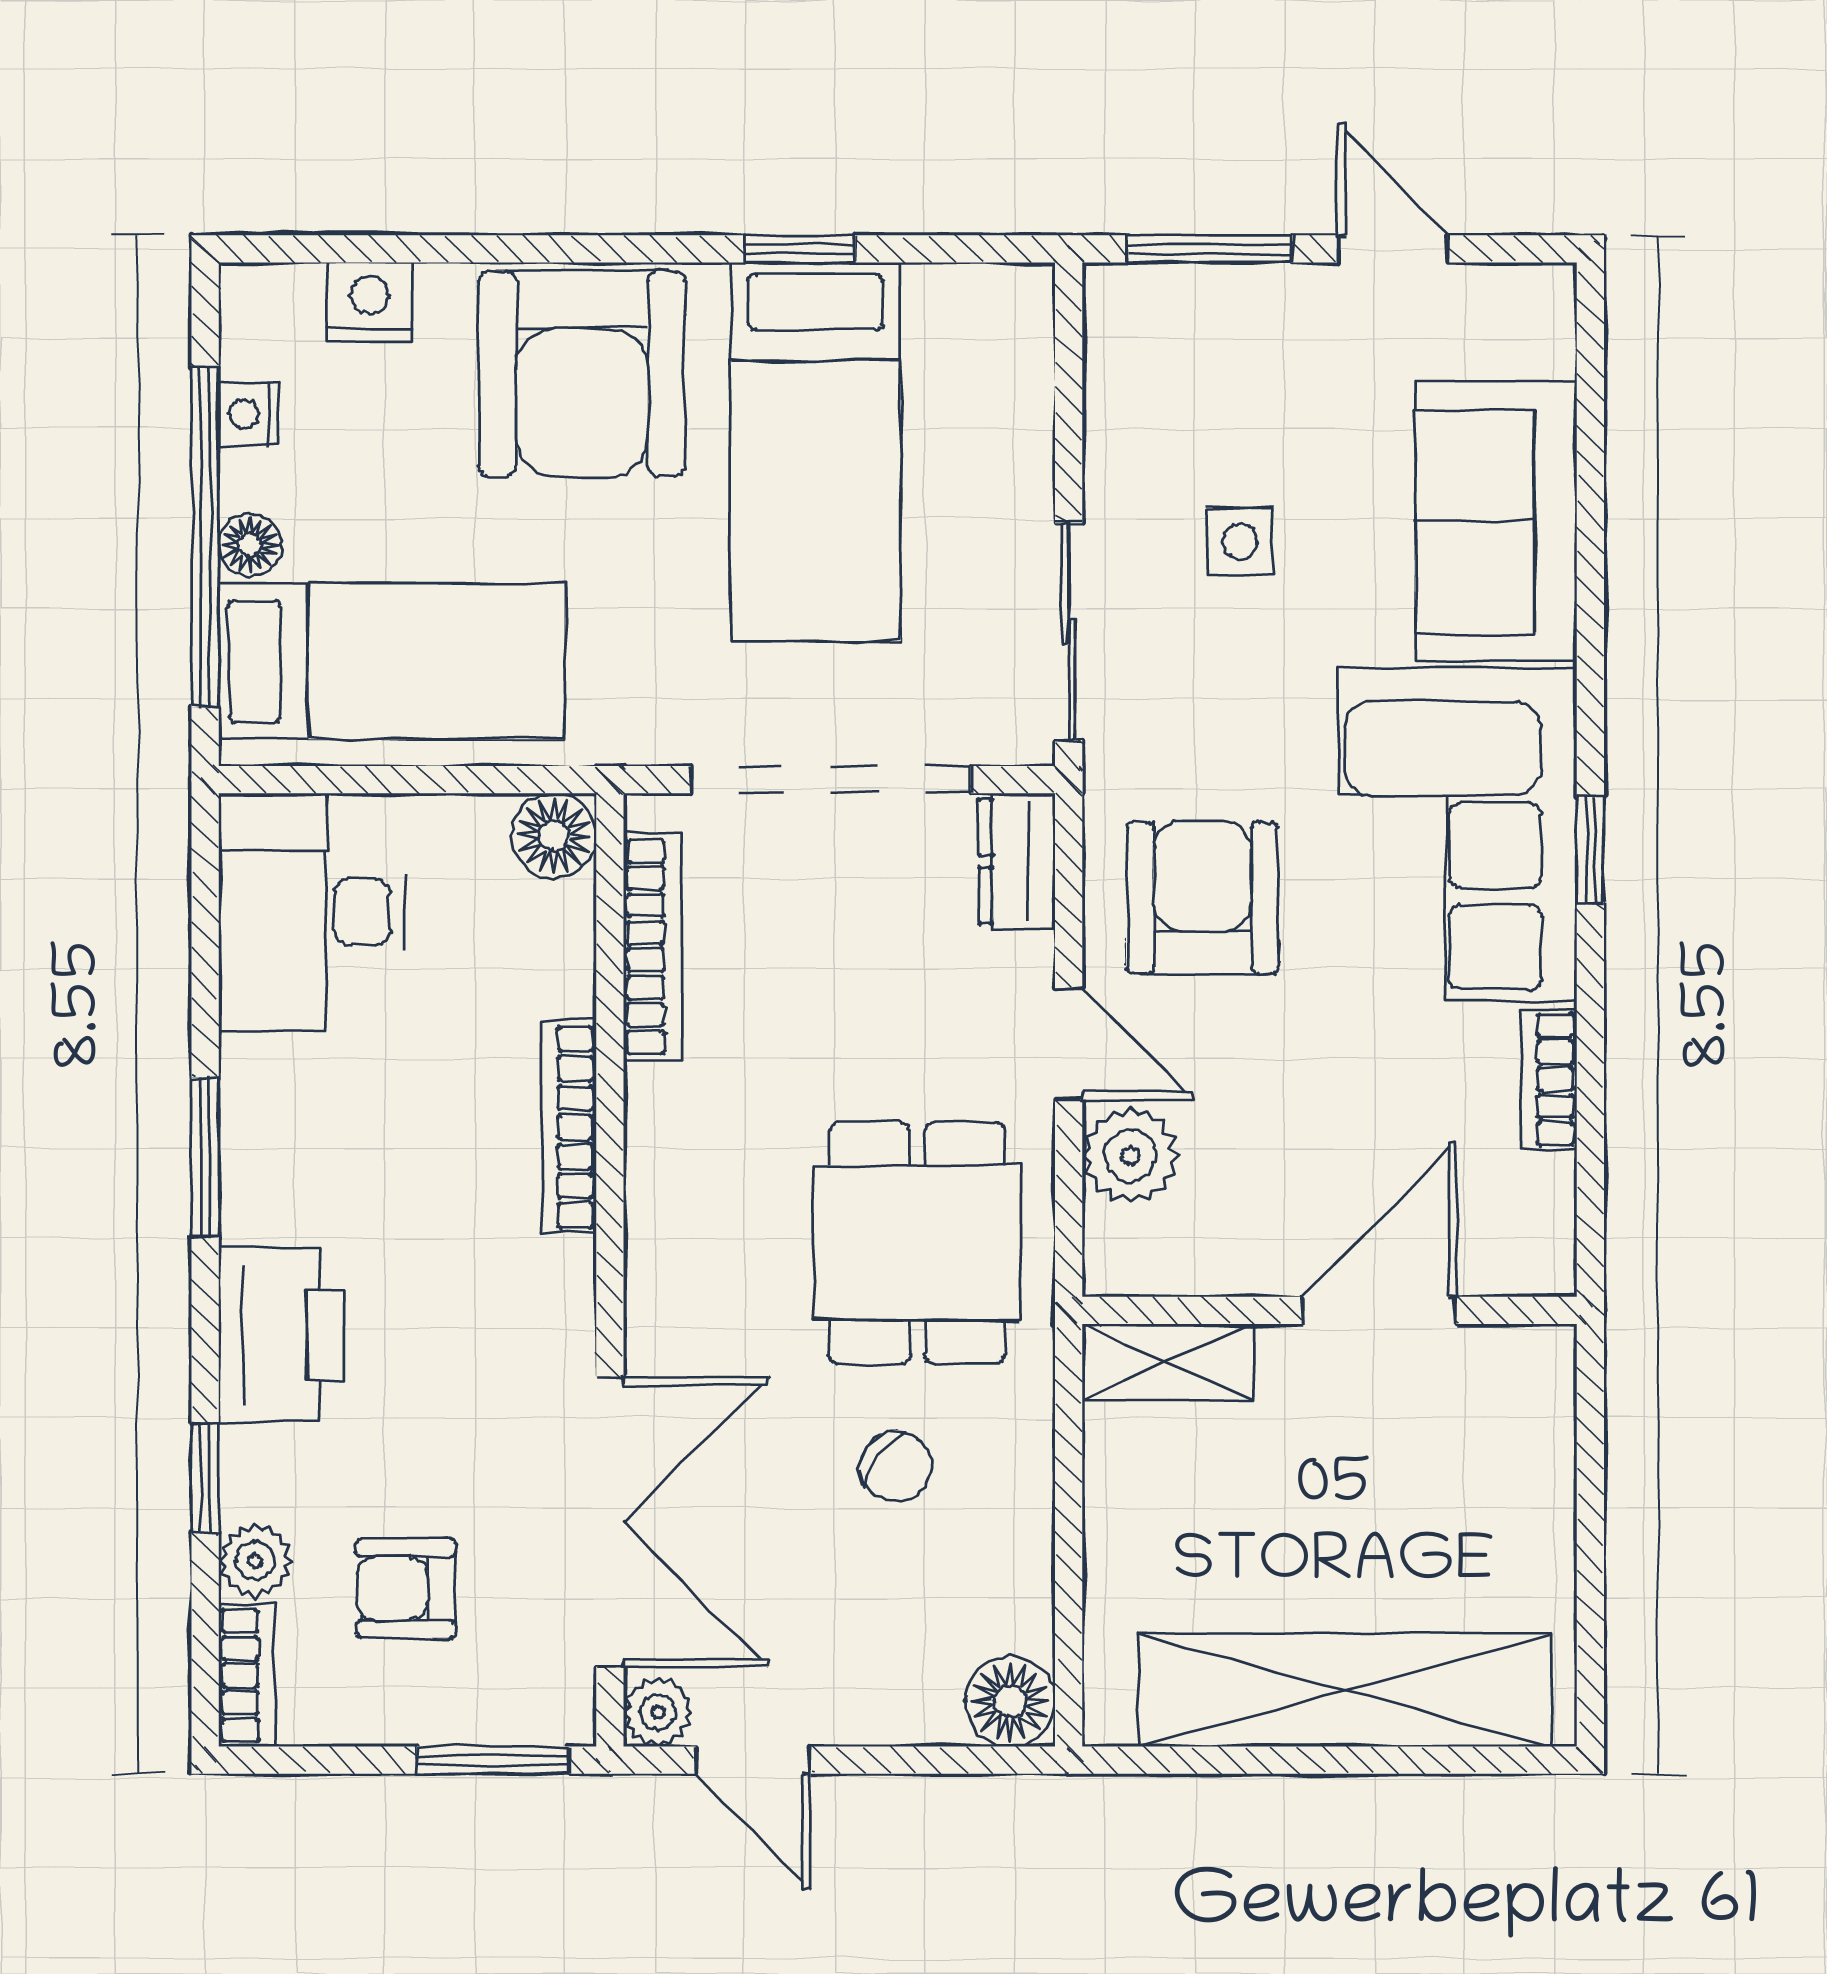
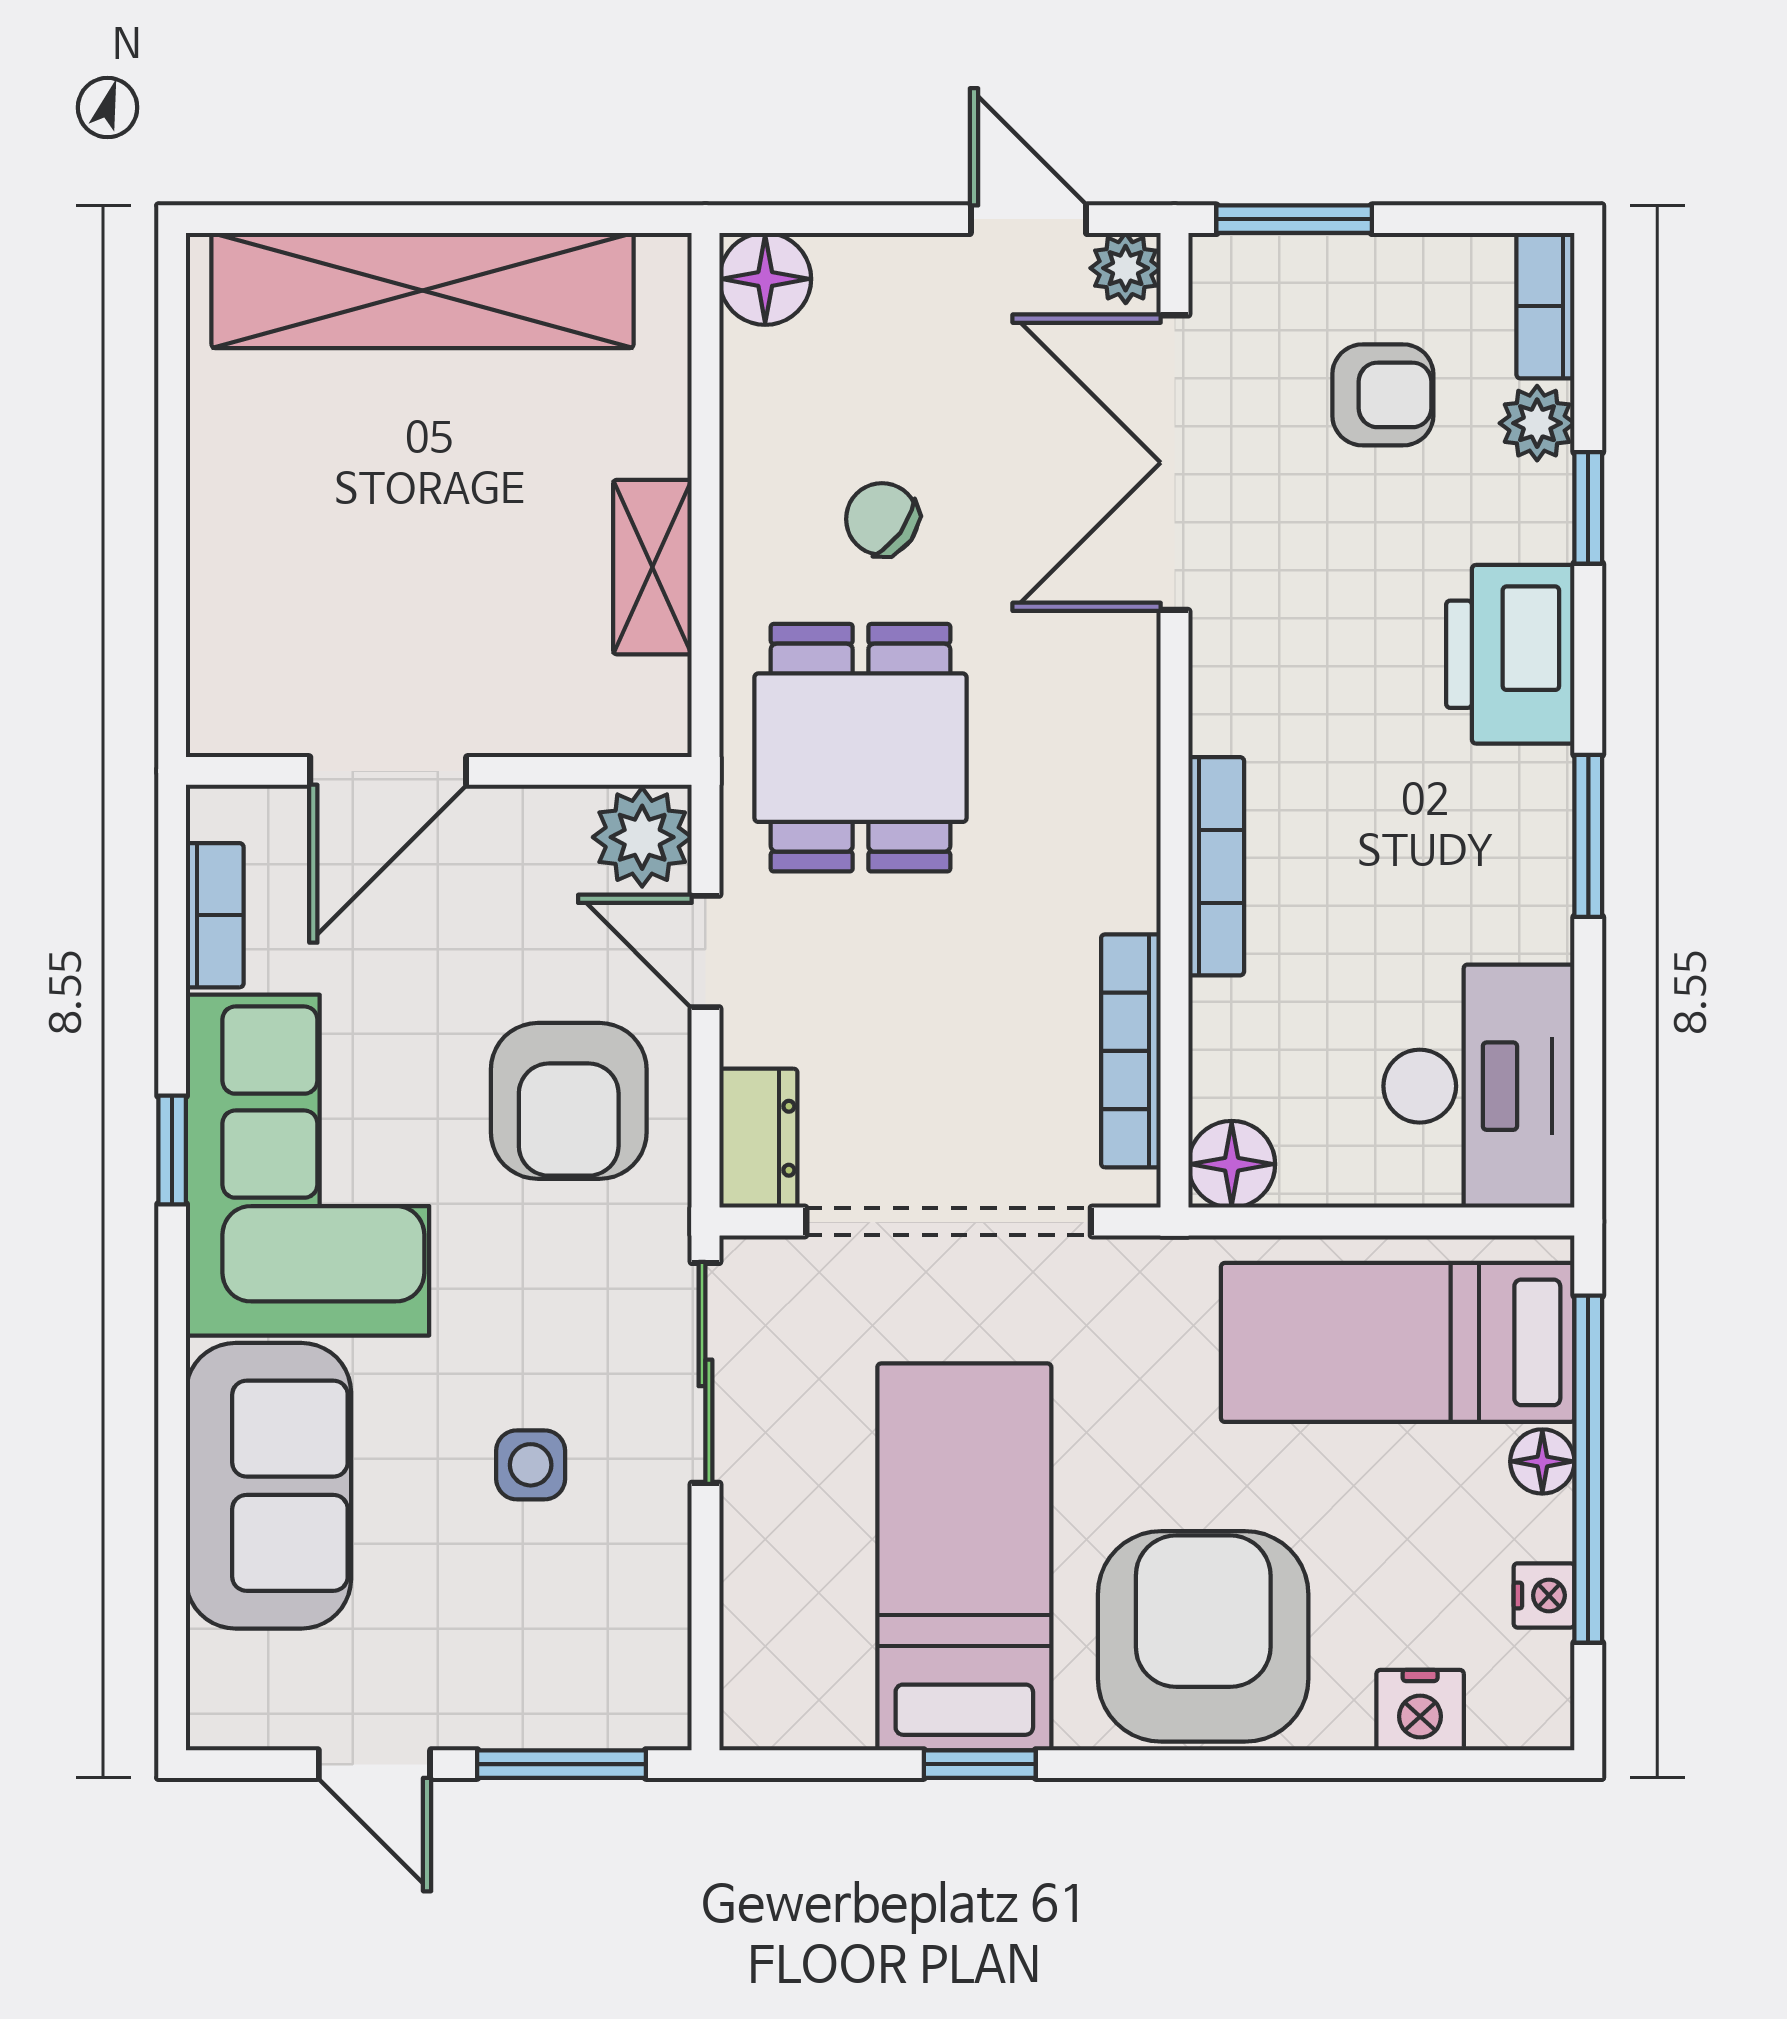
wall: (1329, 1310) -> (439, 771), moved
door: (1379, 1310) -> (388, 771), moved
shelving: (1168, 1362) -> (652, 567), moved, turned 90

